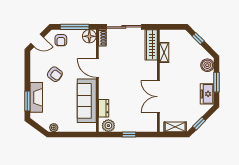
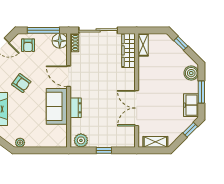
shelving: (164, 52) -> (143, 45), moved
sofa: (87, 101) -> (57, 106), width x0.73
dresser: (104, 108) -> (76, 108), moved
window: (199, 123) -> (190, 130), moved

